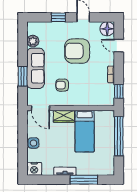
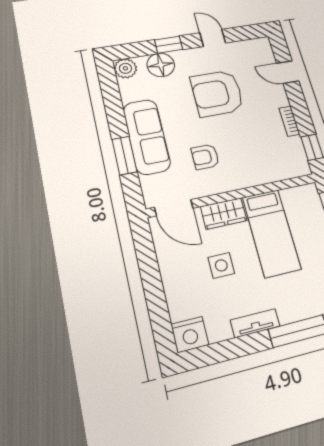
floor lamp: (107, 29) -> (161, 65), moved
plant: (33, 41) -> (125, 68), moved
side table: (33, 143) -> (221, 265), moved

